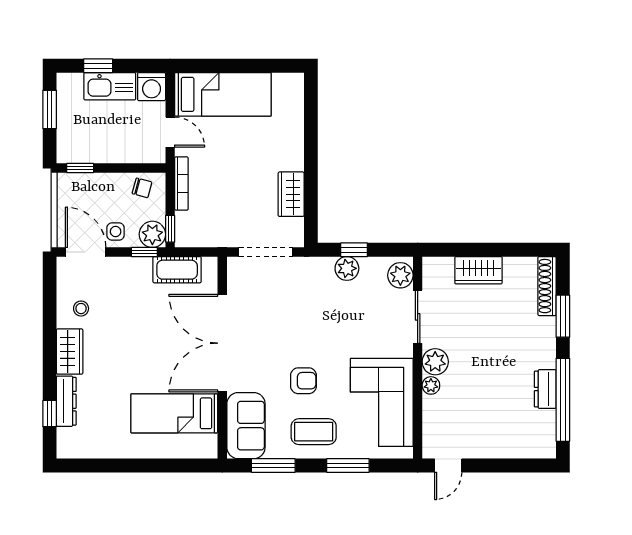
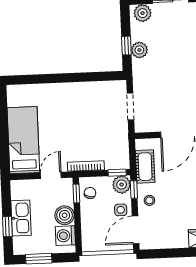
washing machine: (152, 87) -> (65, 236), moved, turned 180
boiler: (111, 150) -> (65, 215), added
window: (80, 168) -> (76, 194), moved
wardrobe: (291, 194) -> (90, 90), removed
doorway: (265, 252) -> (130, 106), width x0.73
stool: (81, 309) -> (149, 200), moved

